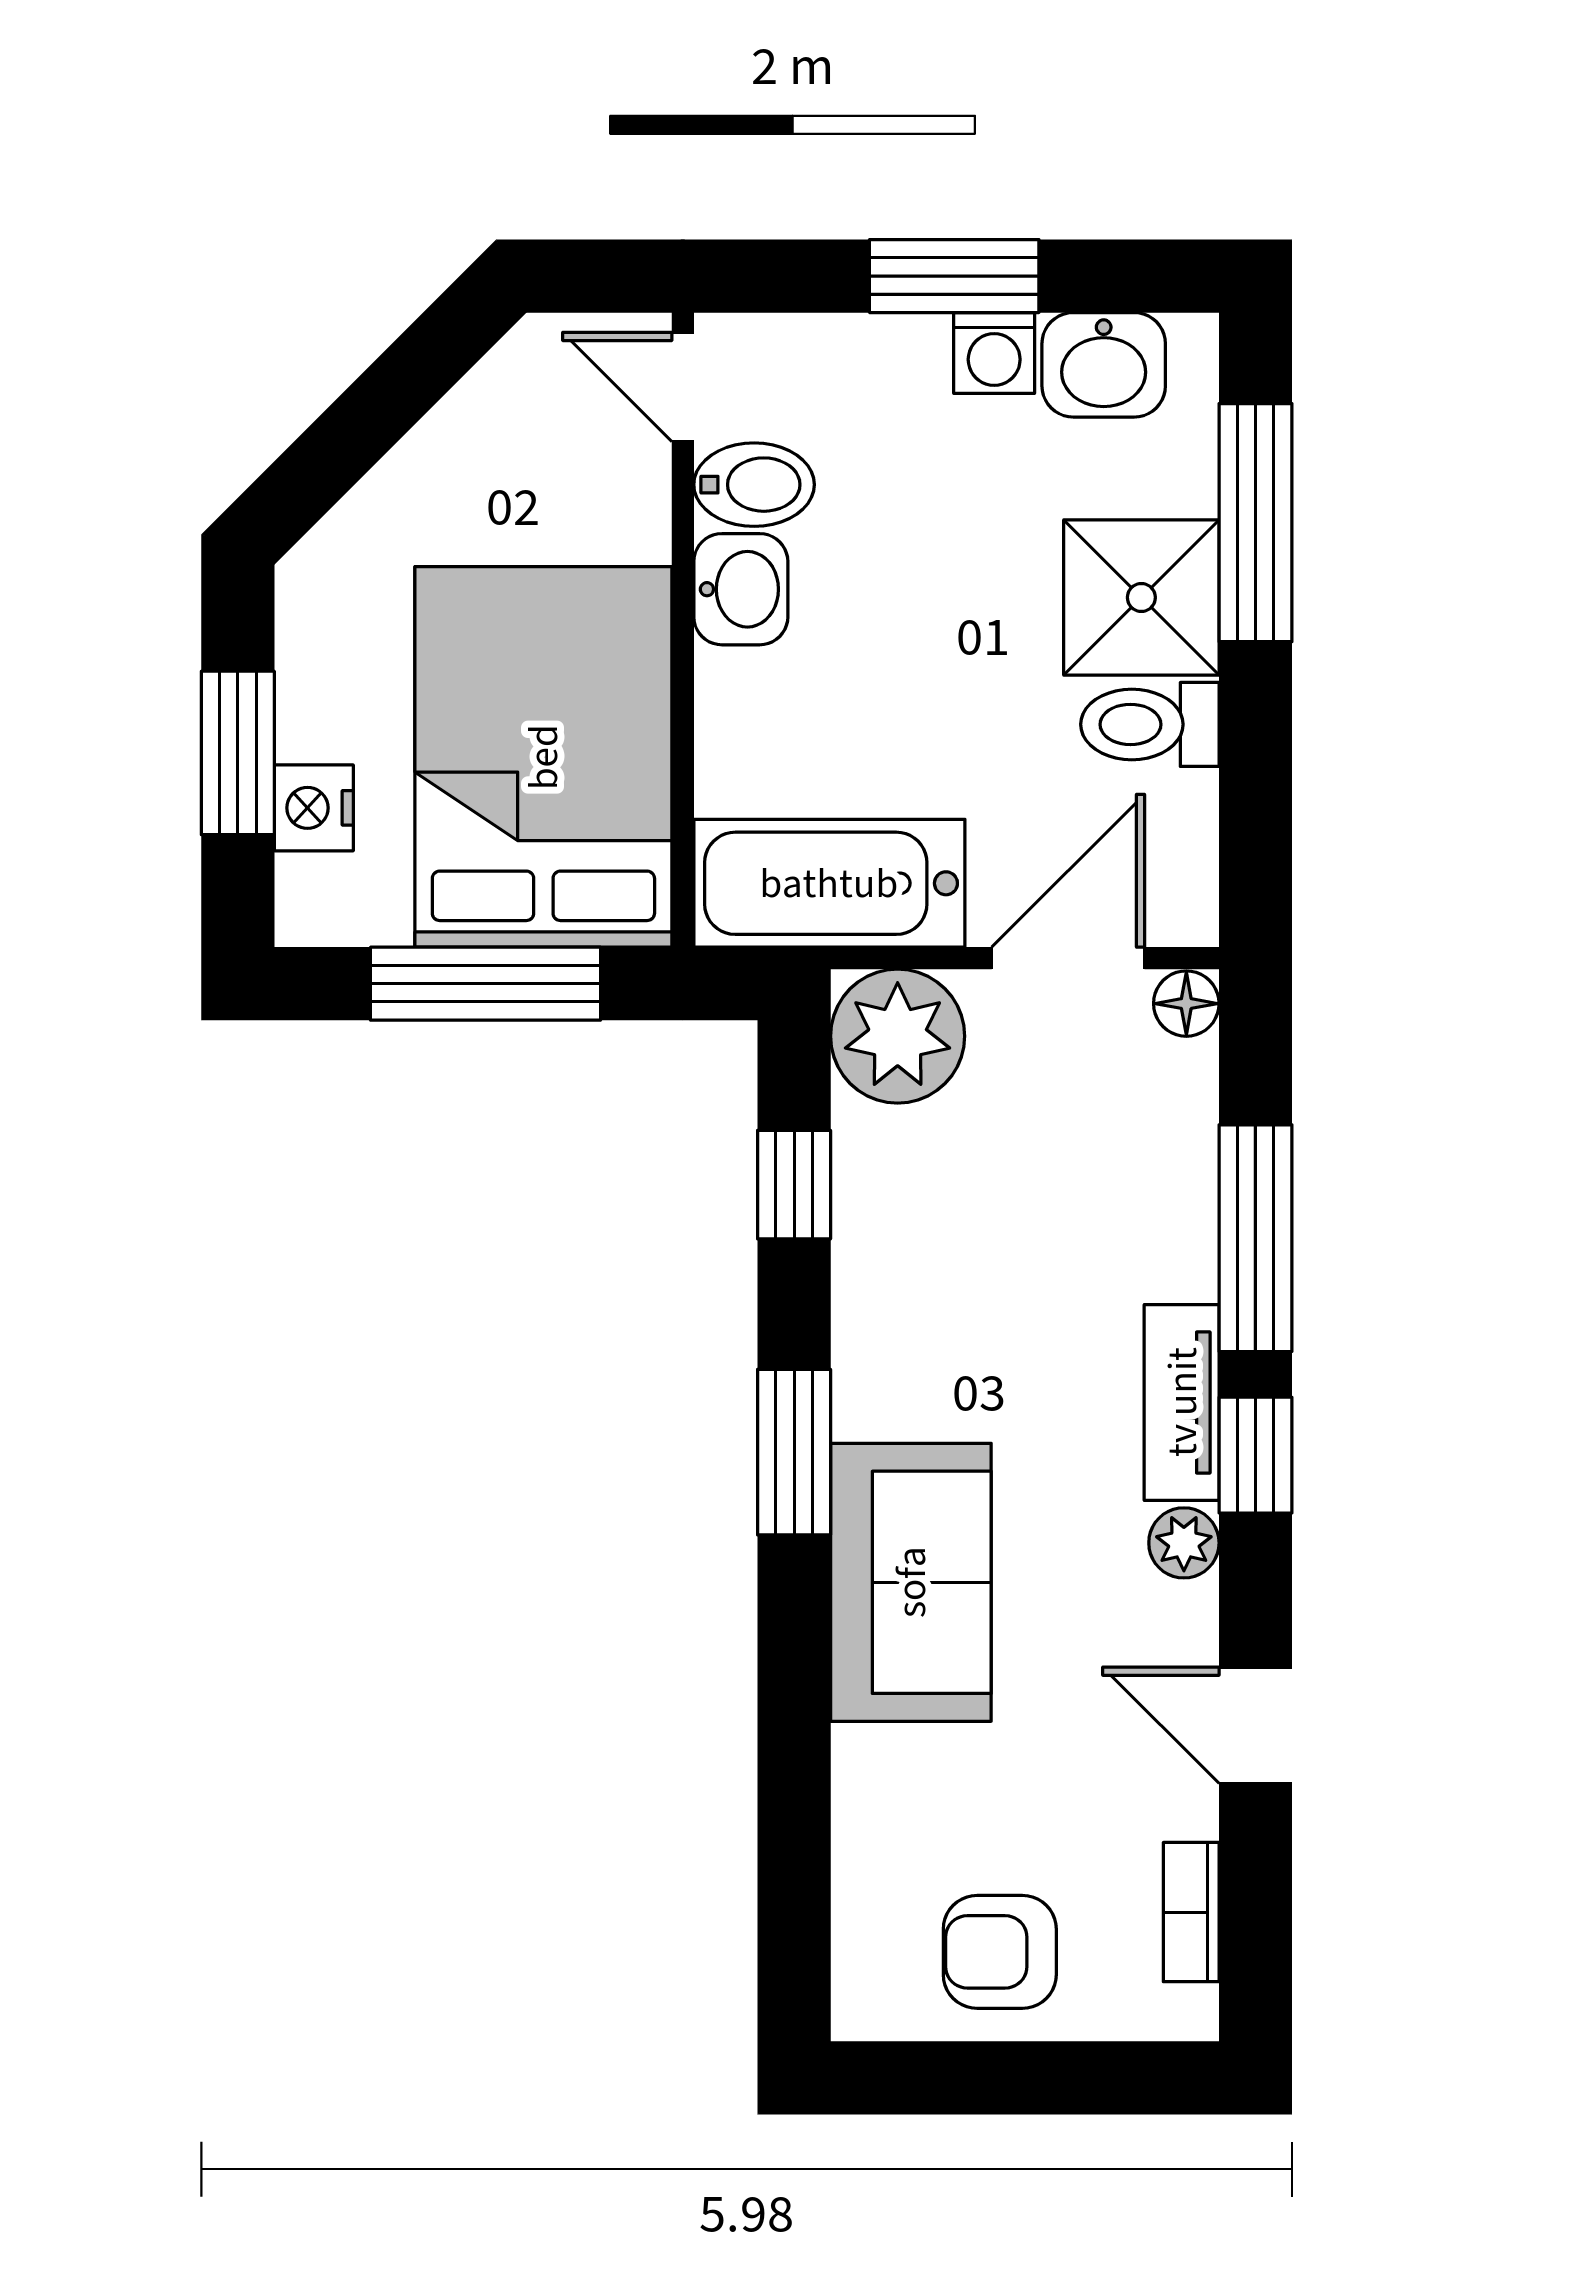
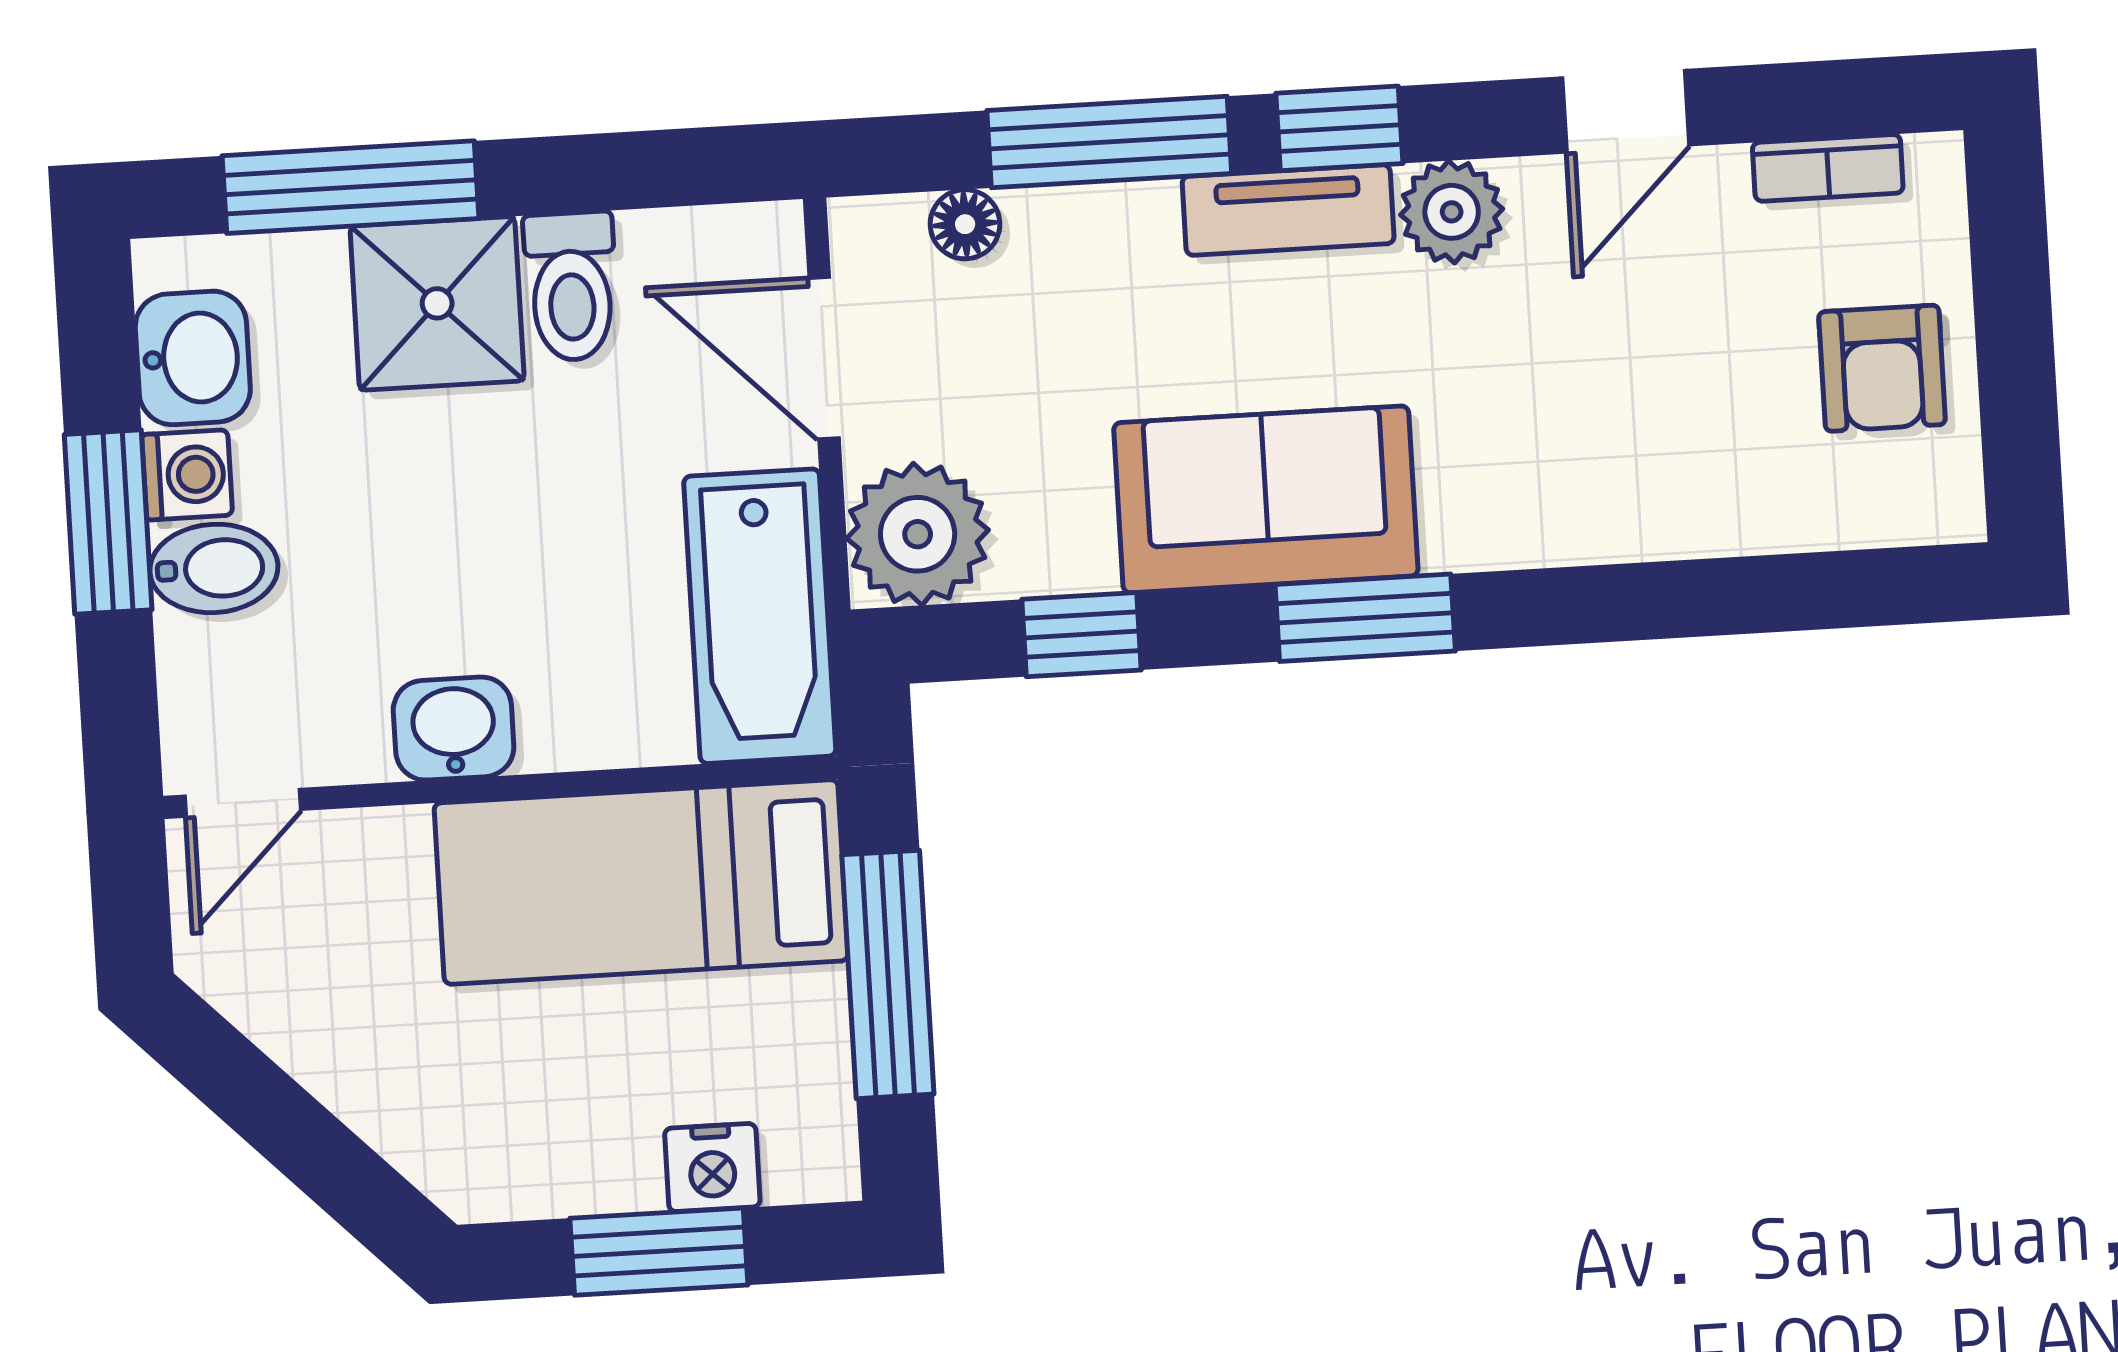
bidet: (754, 485) -> (214, 568), moved, turned 90
bed: (543, 757) -> (641, 882), width x0.67
floor lamp: (1186, 1004) -> (965, 224), moved
plant: (1184, 1543) -> (1452, 212), width x1.38, depth x1.38
sofa: (911, 1582) -> (1266, 499), moved

